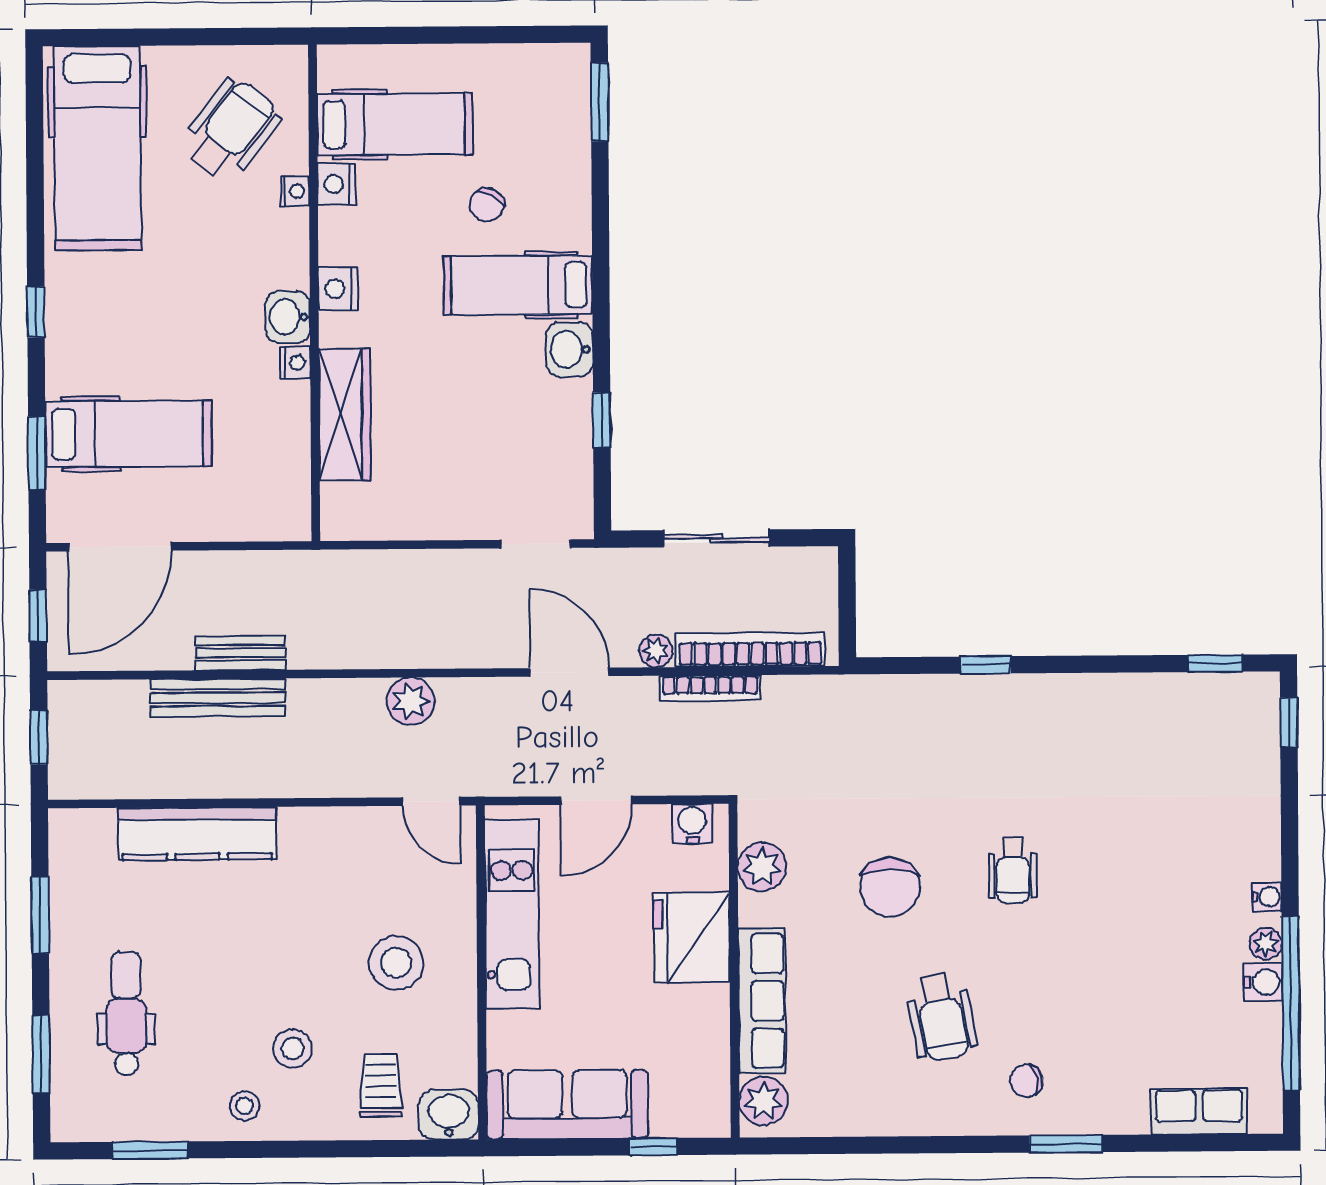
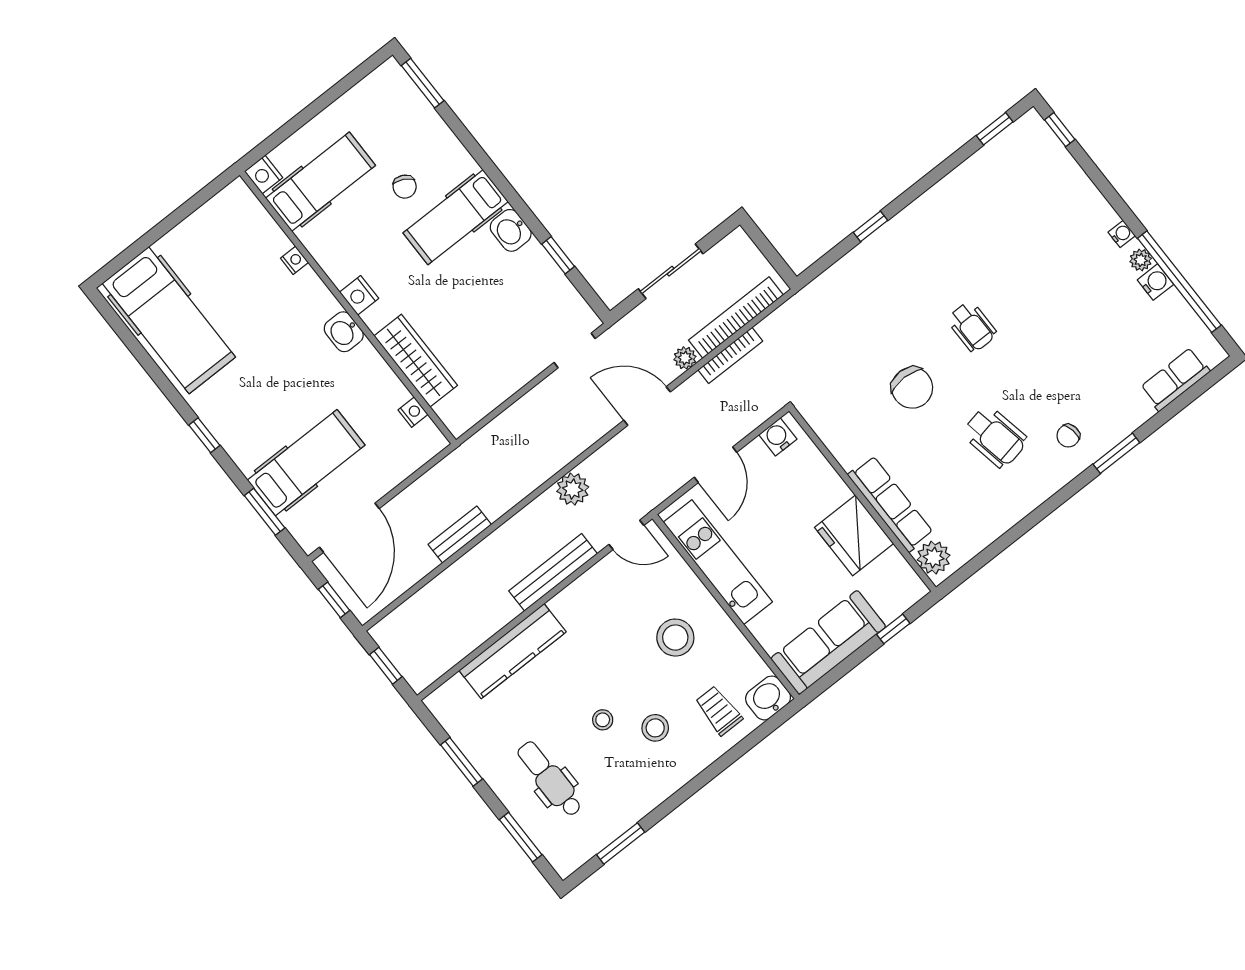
wheelchair: (231, 130) -> (234, 254), removed
nightstand: (337, 184) -> (264, 175), moved
nightstand: (295, 363) -> (413, 412), moved
bench: (218, 698) -> (553, 572), moved
plant: (762, 867) -> (834, 431), removed
fridge: (692, 938) -> (854, 535), moved
stool: (245, 1106) -> (603, 720), moved

